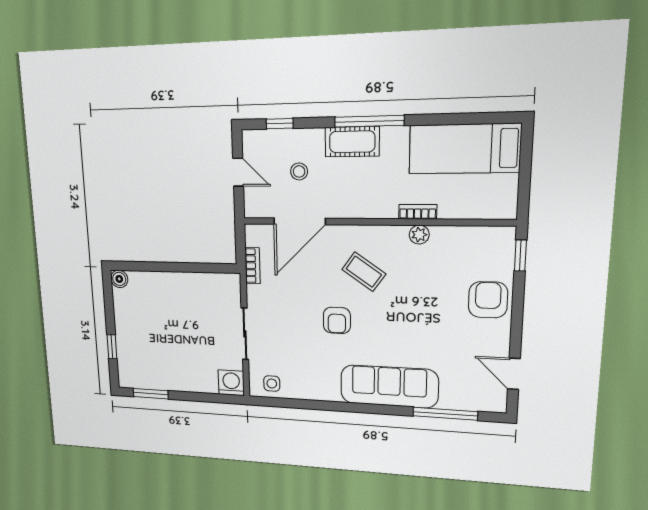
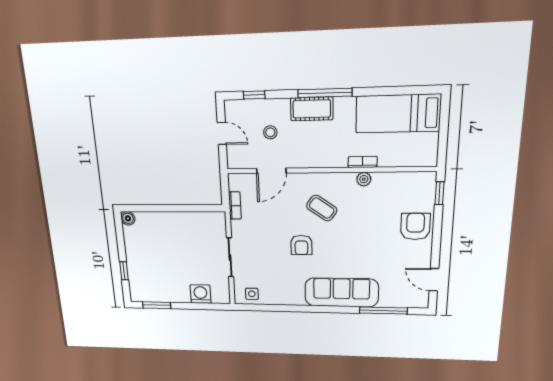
door: (300, 221) -> (271, 171), width x0.73
washing machine: (231, 383) -> (200, 294), moved

